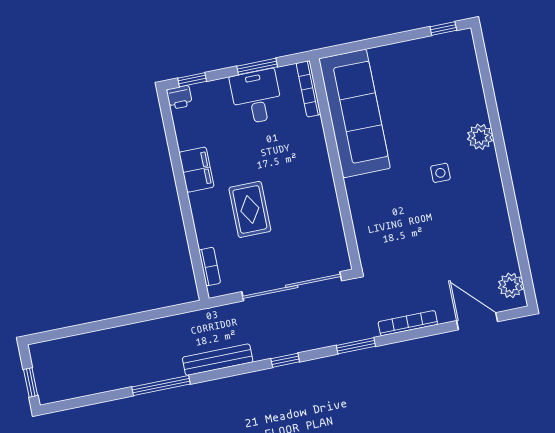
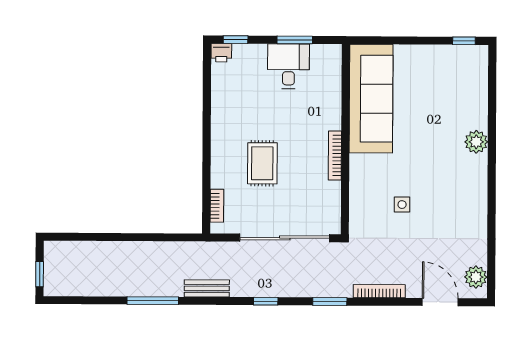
bookcase: (308, 89) -> (335, 156), moved
filing cabinet: (196, 170) -> (223, 119), removed
side table: (440, 173) -> (402, 205), moved
bench: (218, 360) -> (207, 288), width x0.73

